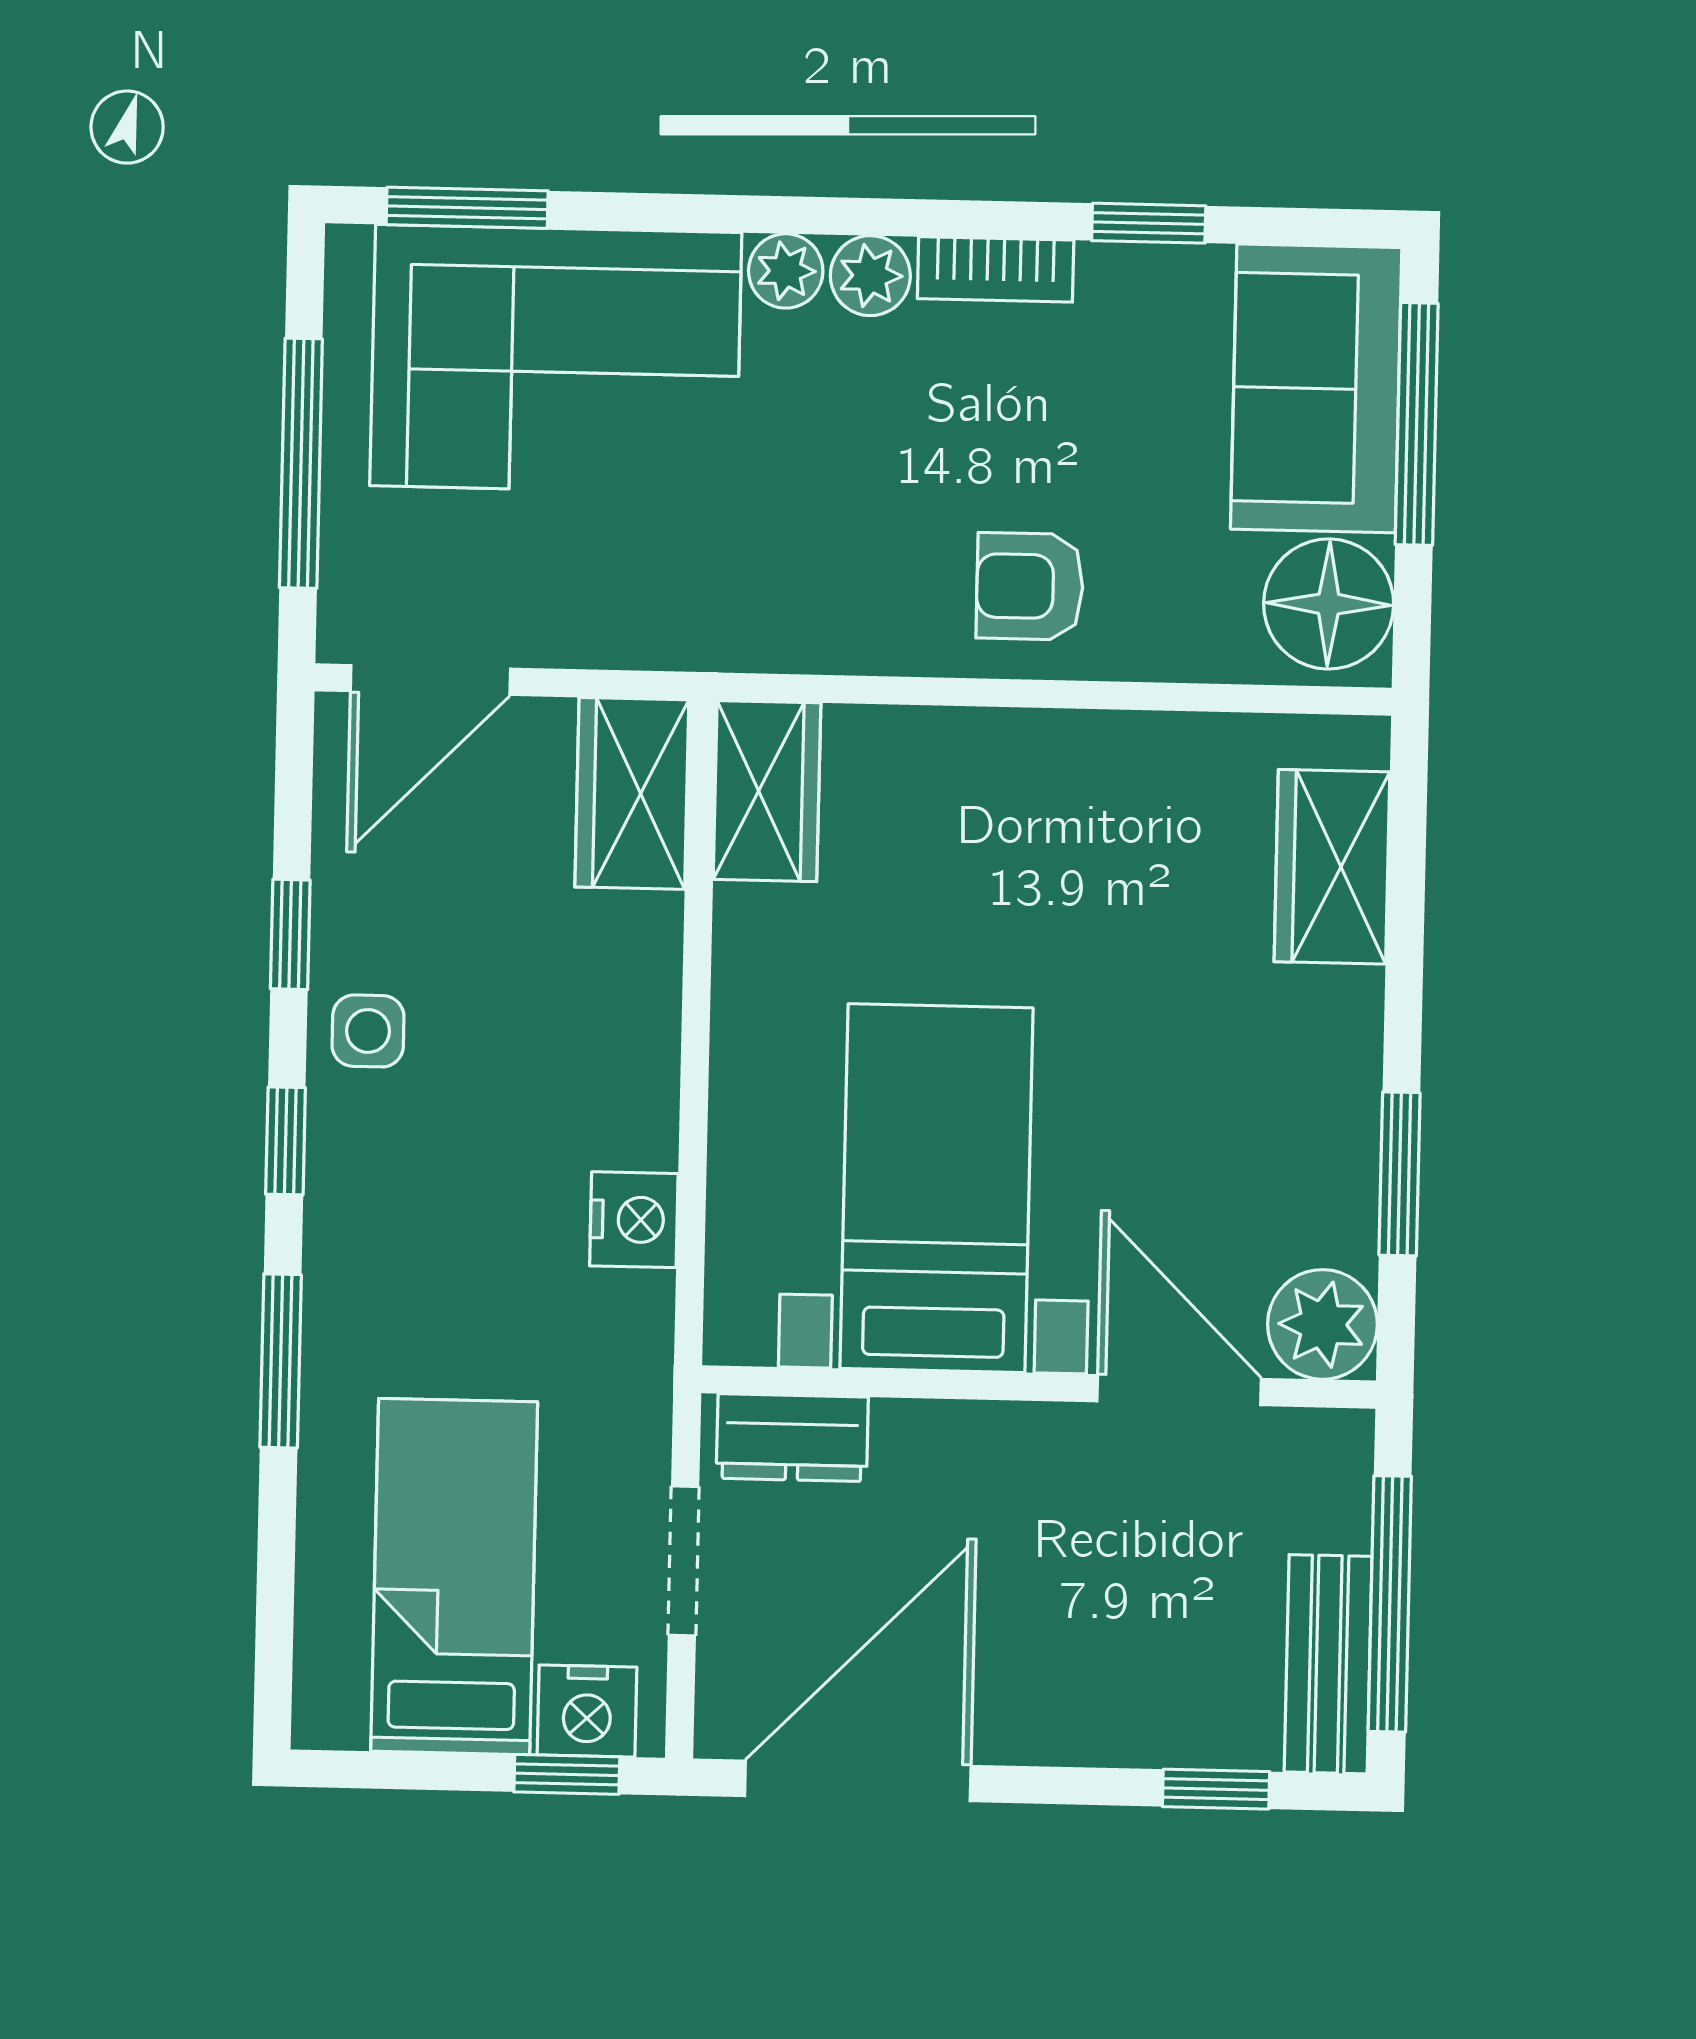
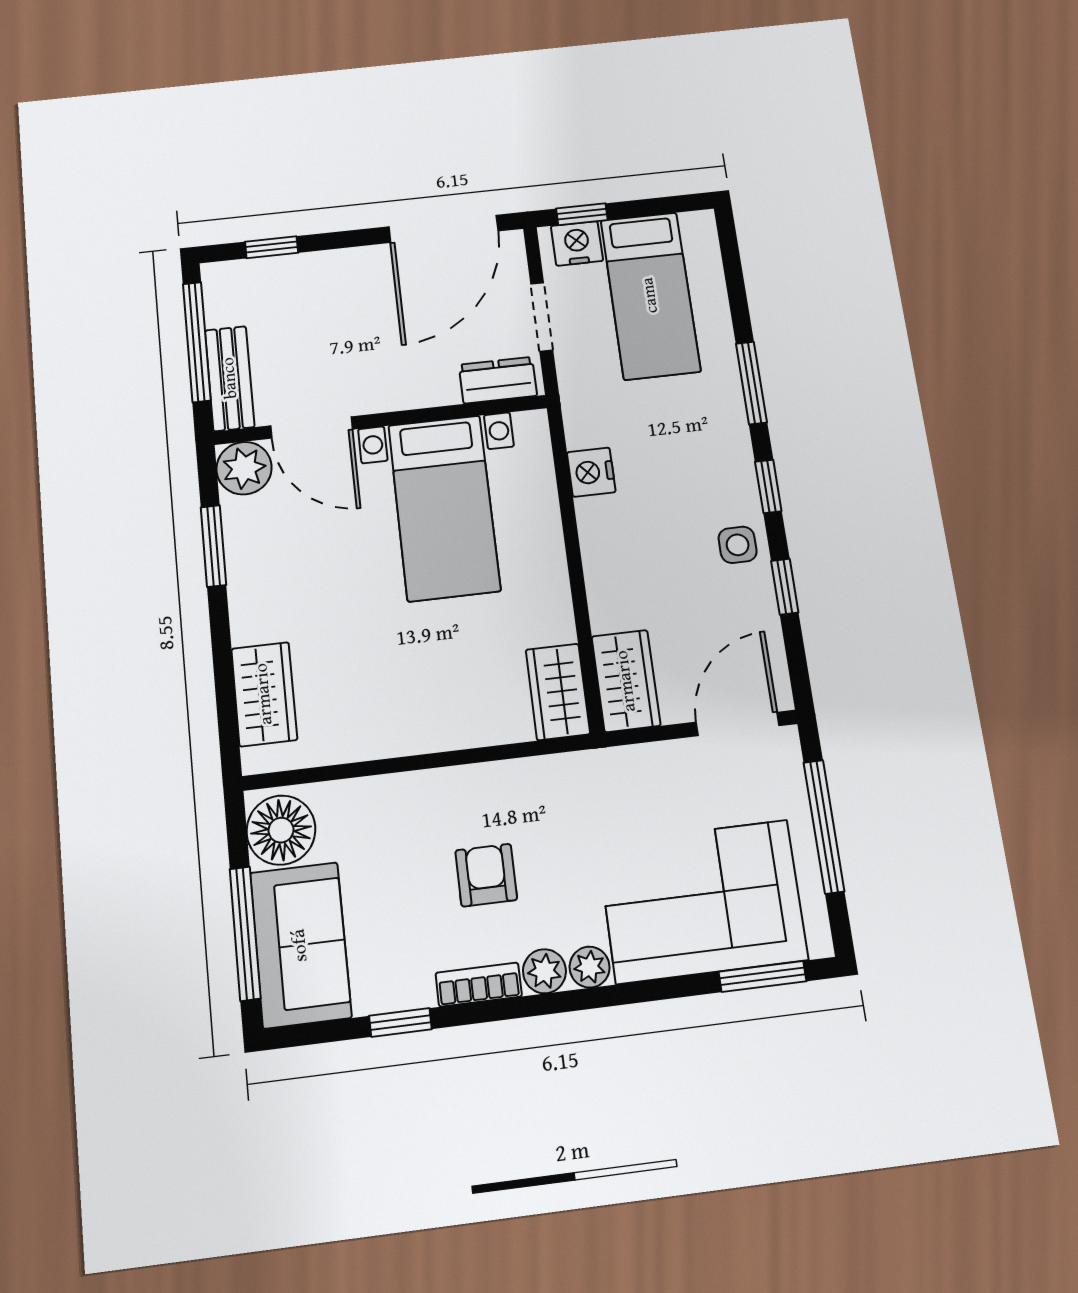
armchair: (1030, 586) -> (486, 875), moved, turned -90
bench: (1328, 1664) -> (230, 378), moved

